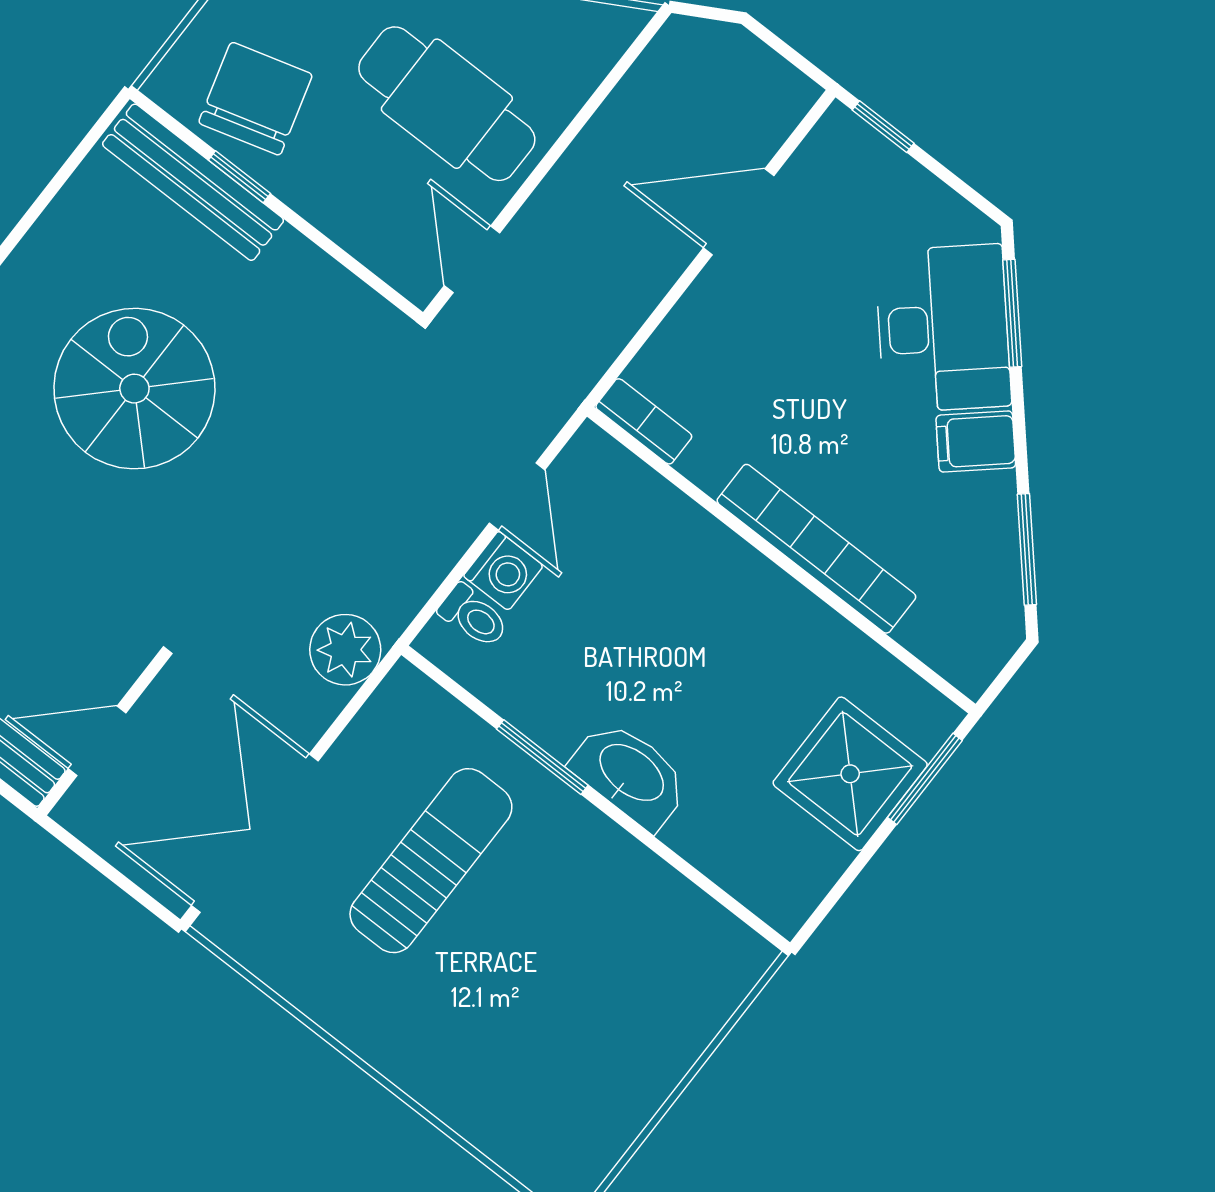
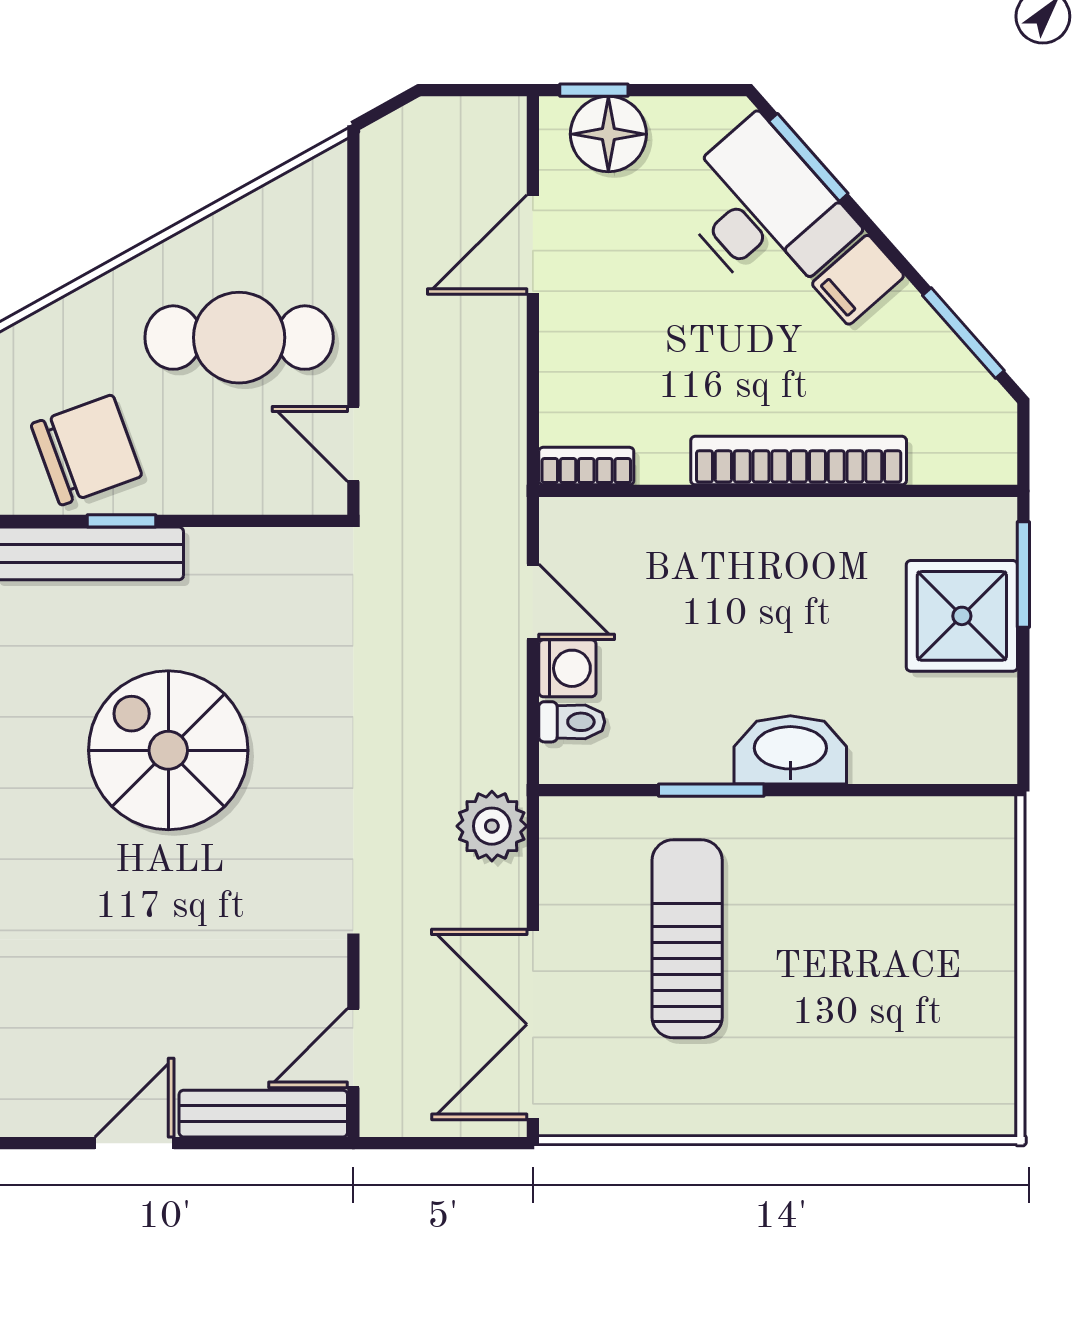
chair: (255, 99) -> (86, 450), turned 86
floor lamp: (867, 171) -> (608, 134), added

